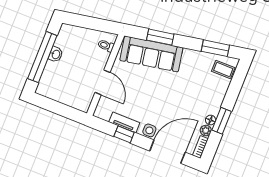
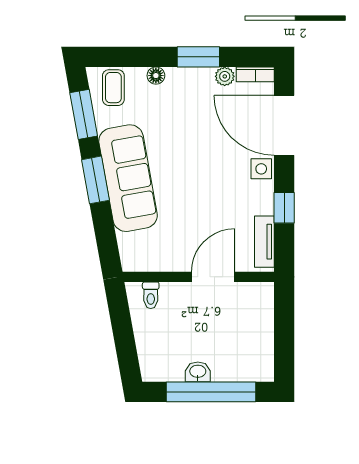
window: (160, 37) -> (96, 180), moved
sofa: (151, 54) -> (128, 178), moved
floor lamp: (210, 120) -> (156, 76), moved
tv unit: (124, 122) -> (264, 242), moved

